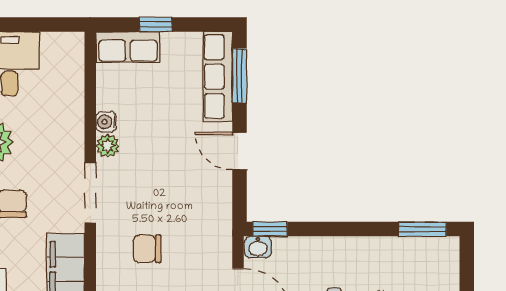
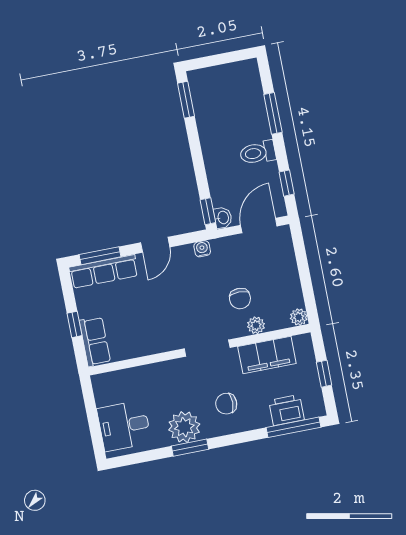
water cooler: (106, 122) -> (202, 249), moved, turned 180
plant: (108, 146) -> (256, 325), moved

